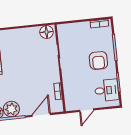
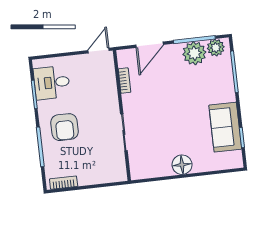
floor lamp: (46, 32) -> (182, 165), moved
armchair: (98, 61) -> (65, 127), turned 180
door: (87, 110) -> (99, 51), moved

